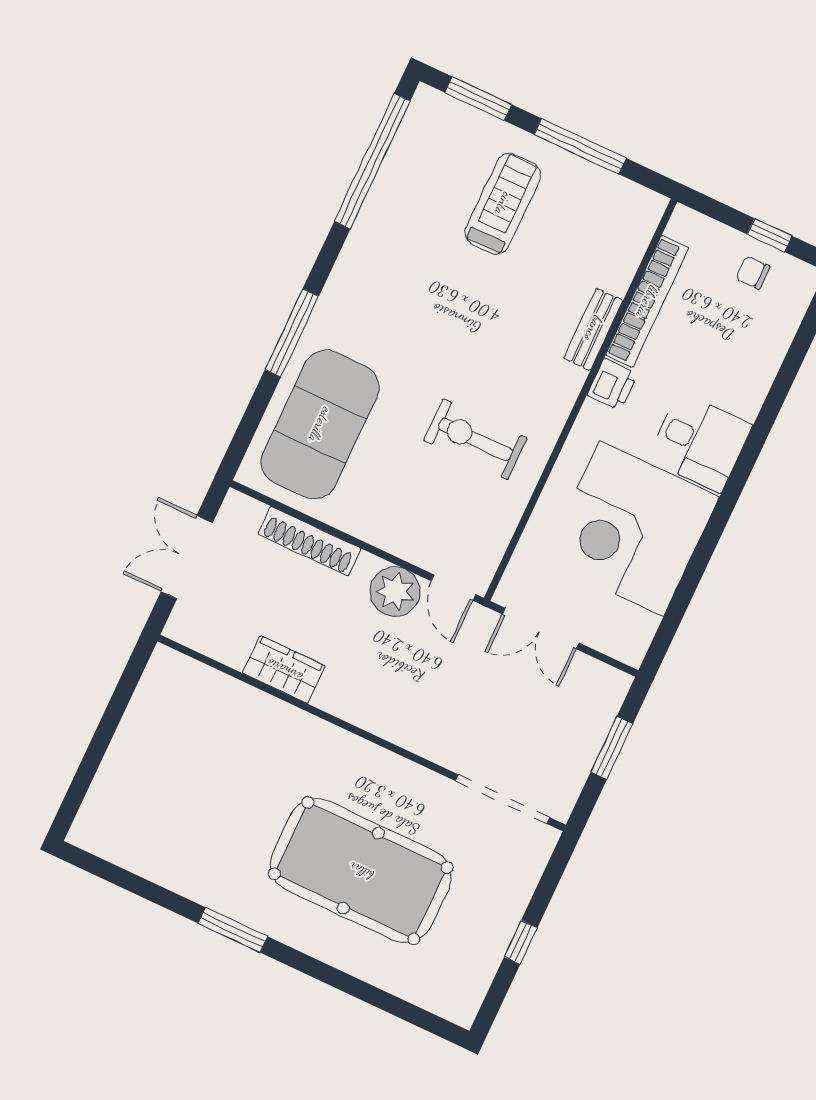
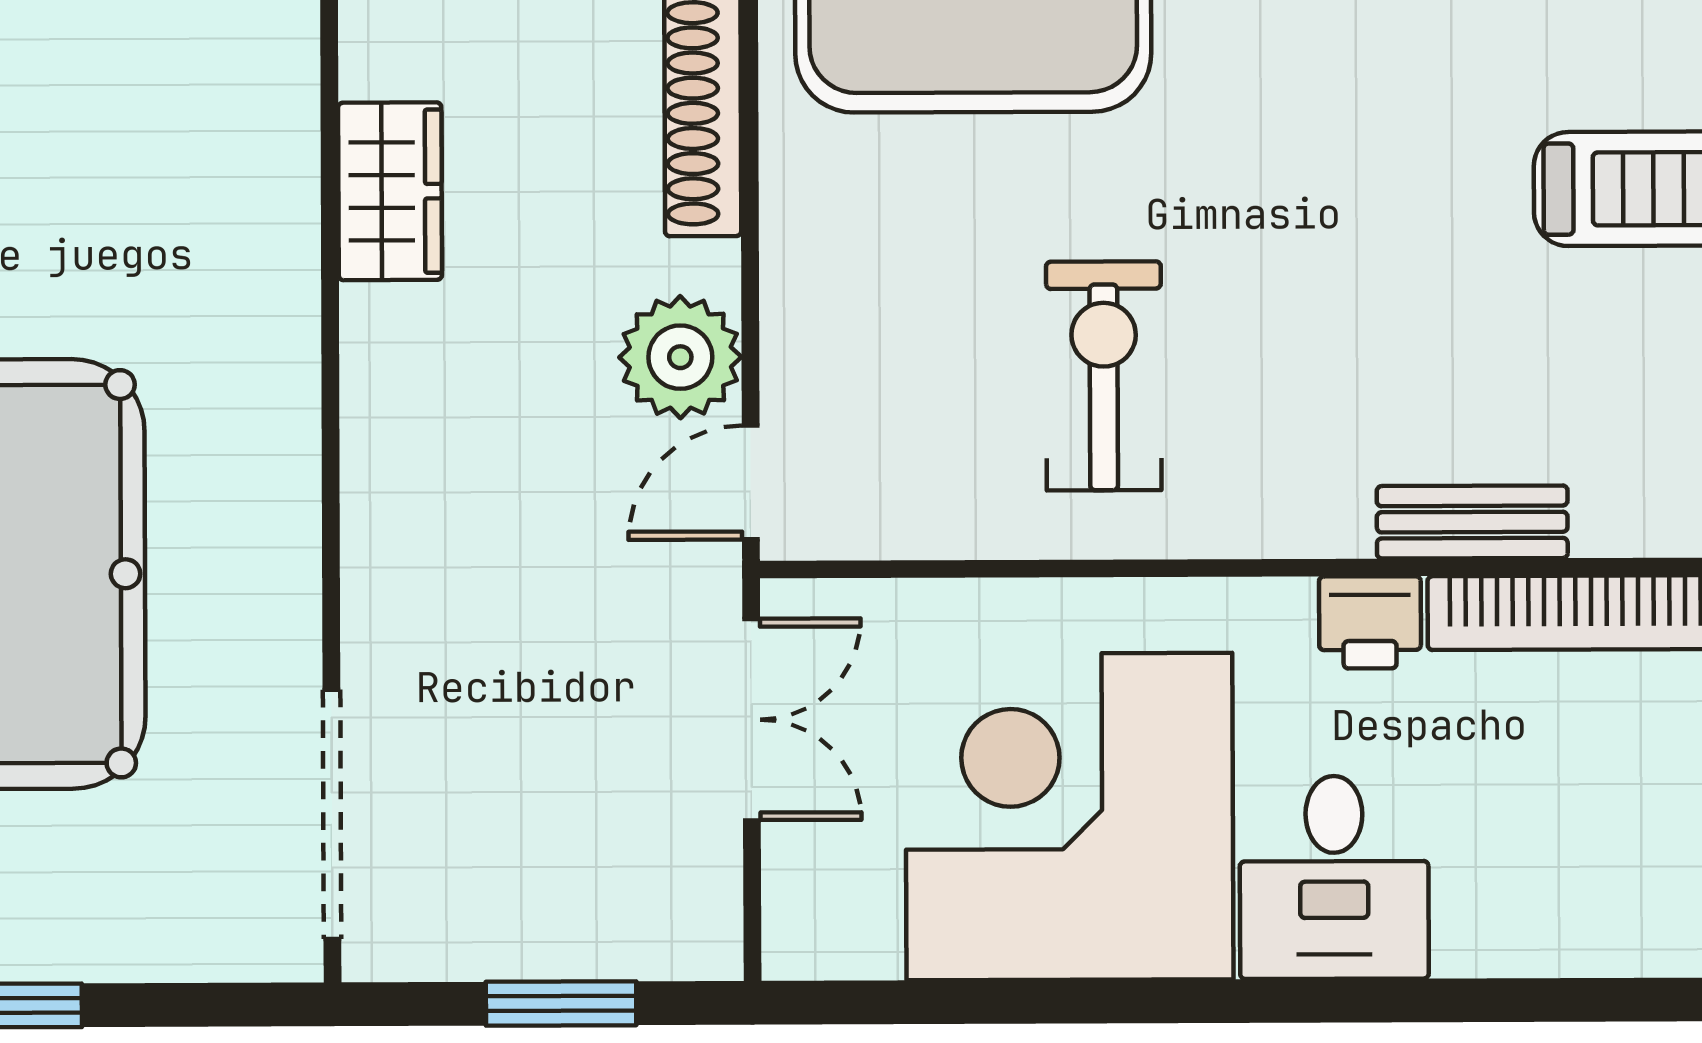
double door: (541, 628) -> (752, 720), swing flipped

